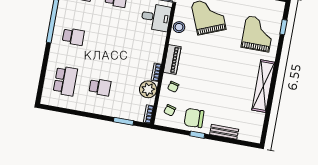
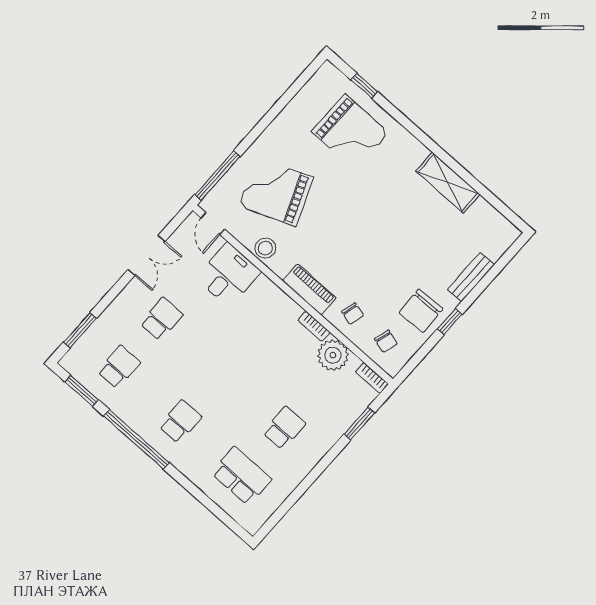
grand piano: (258, 34) -> (350, 132), turned 180
shelving: (263, 86) -> (448, 183), width x0.68

